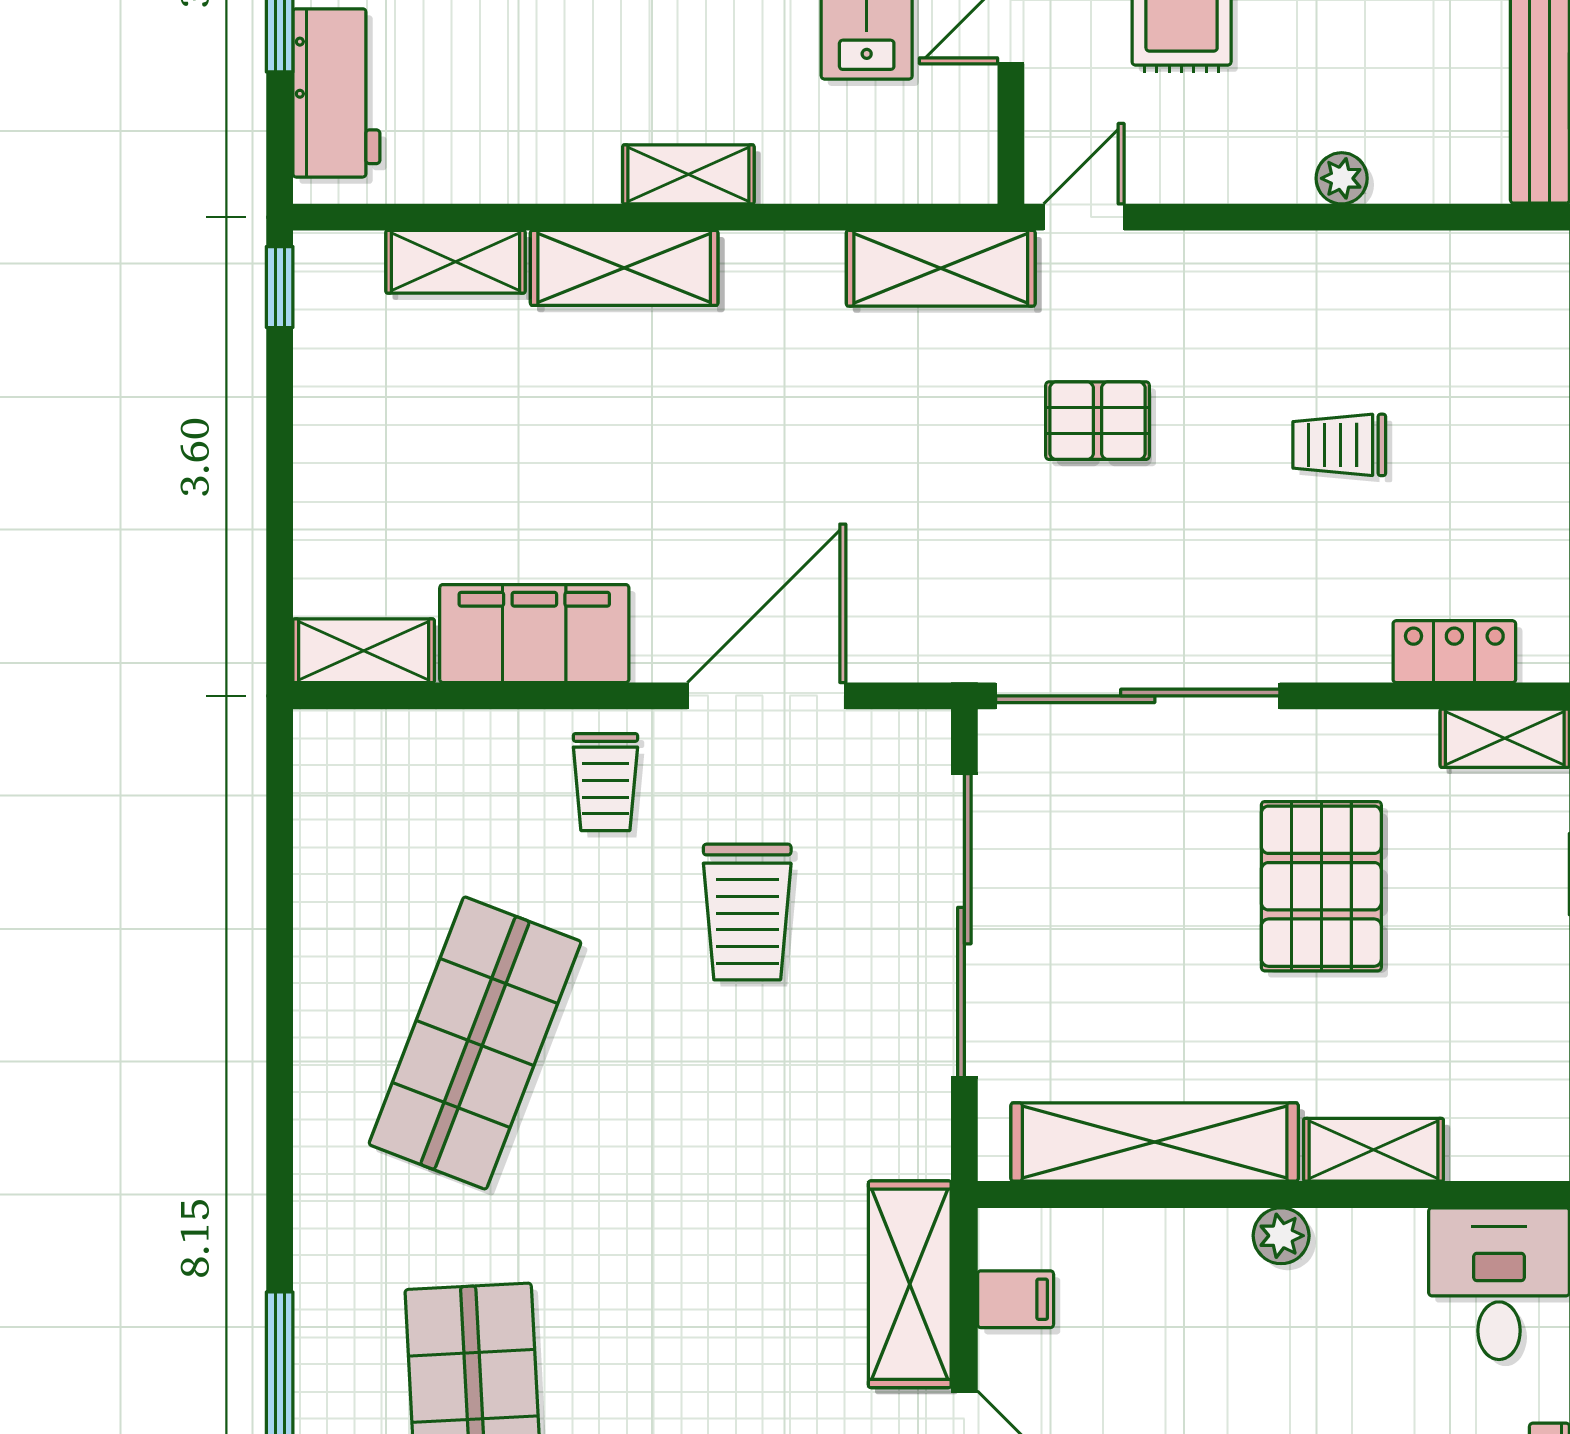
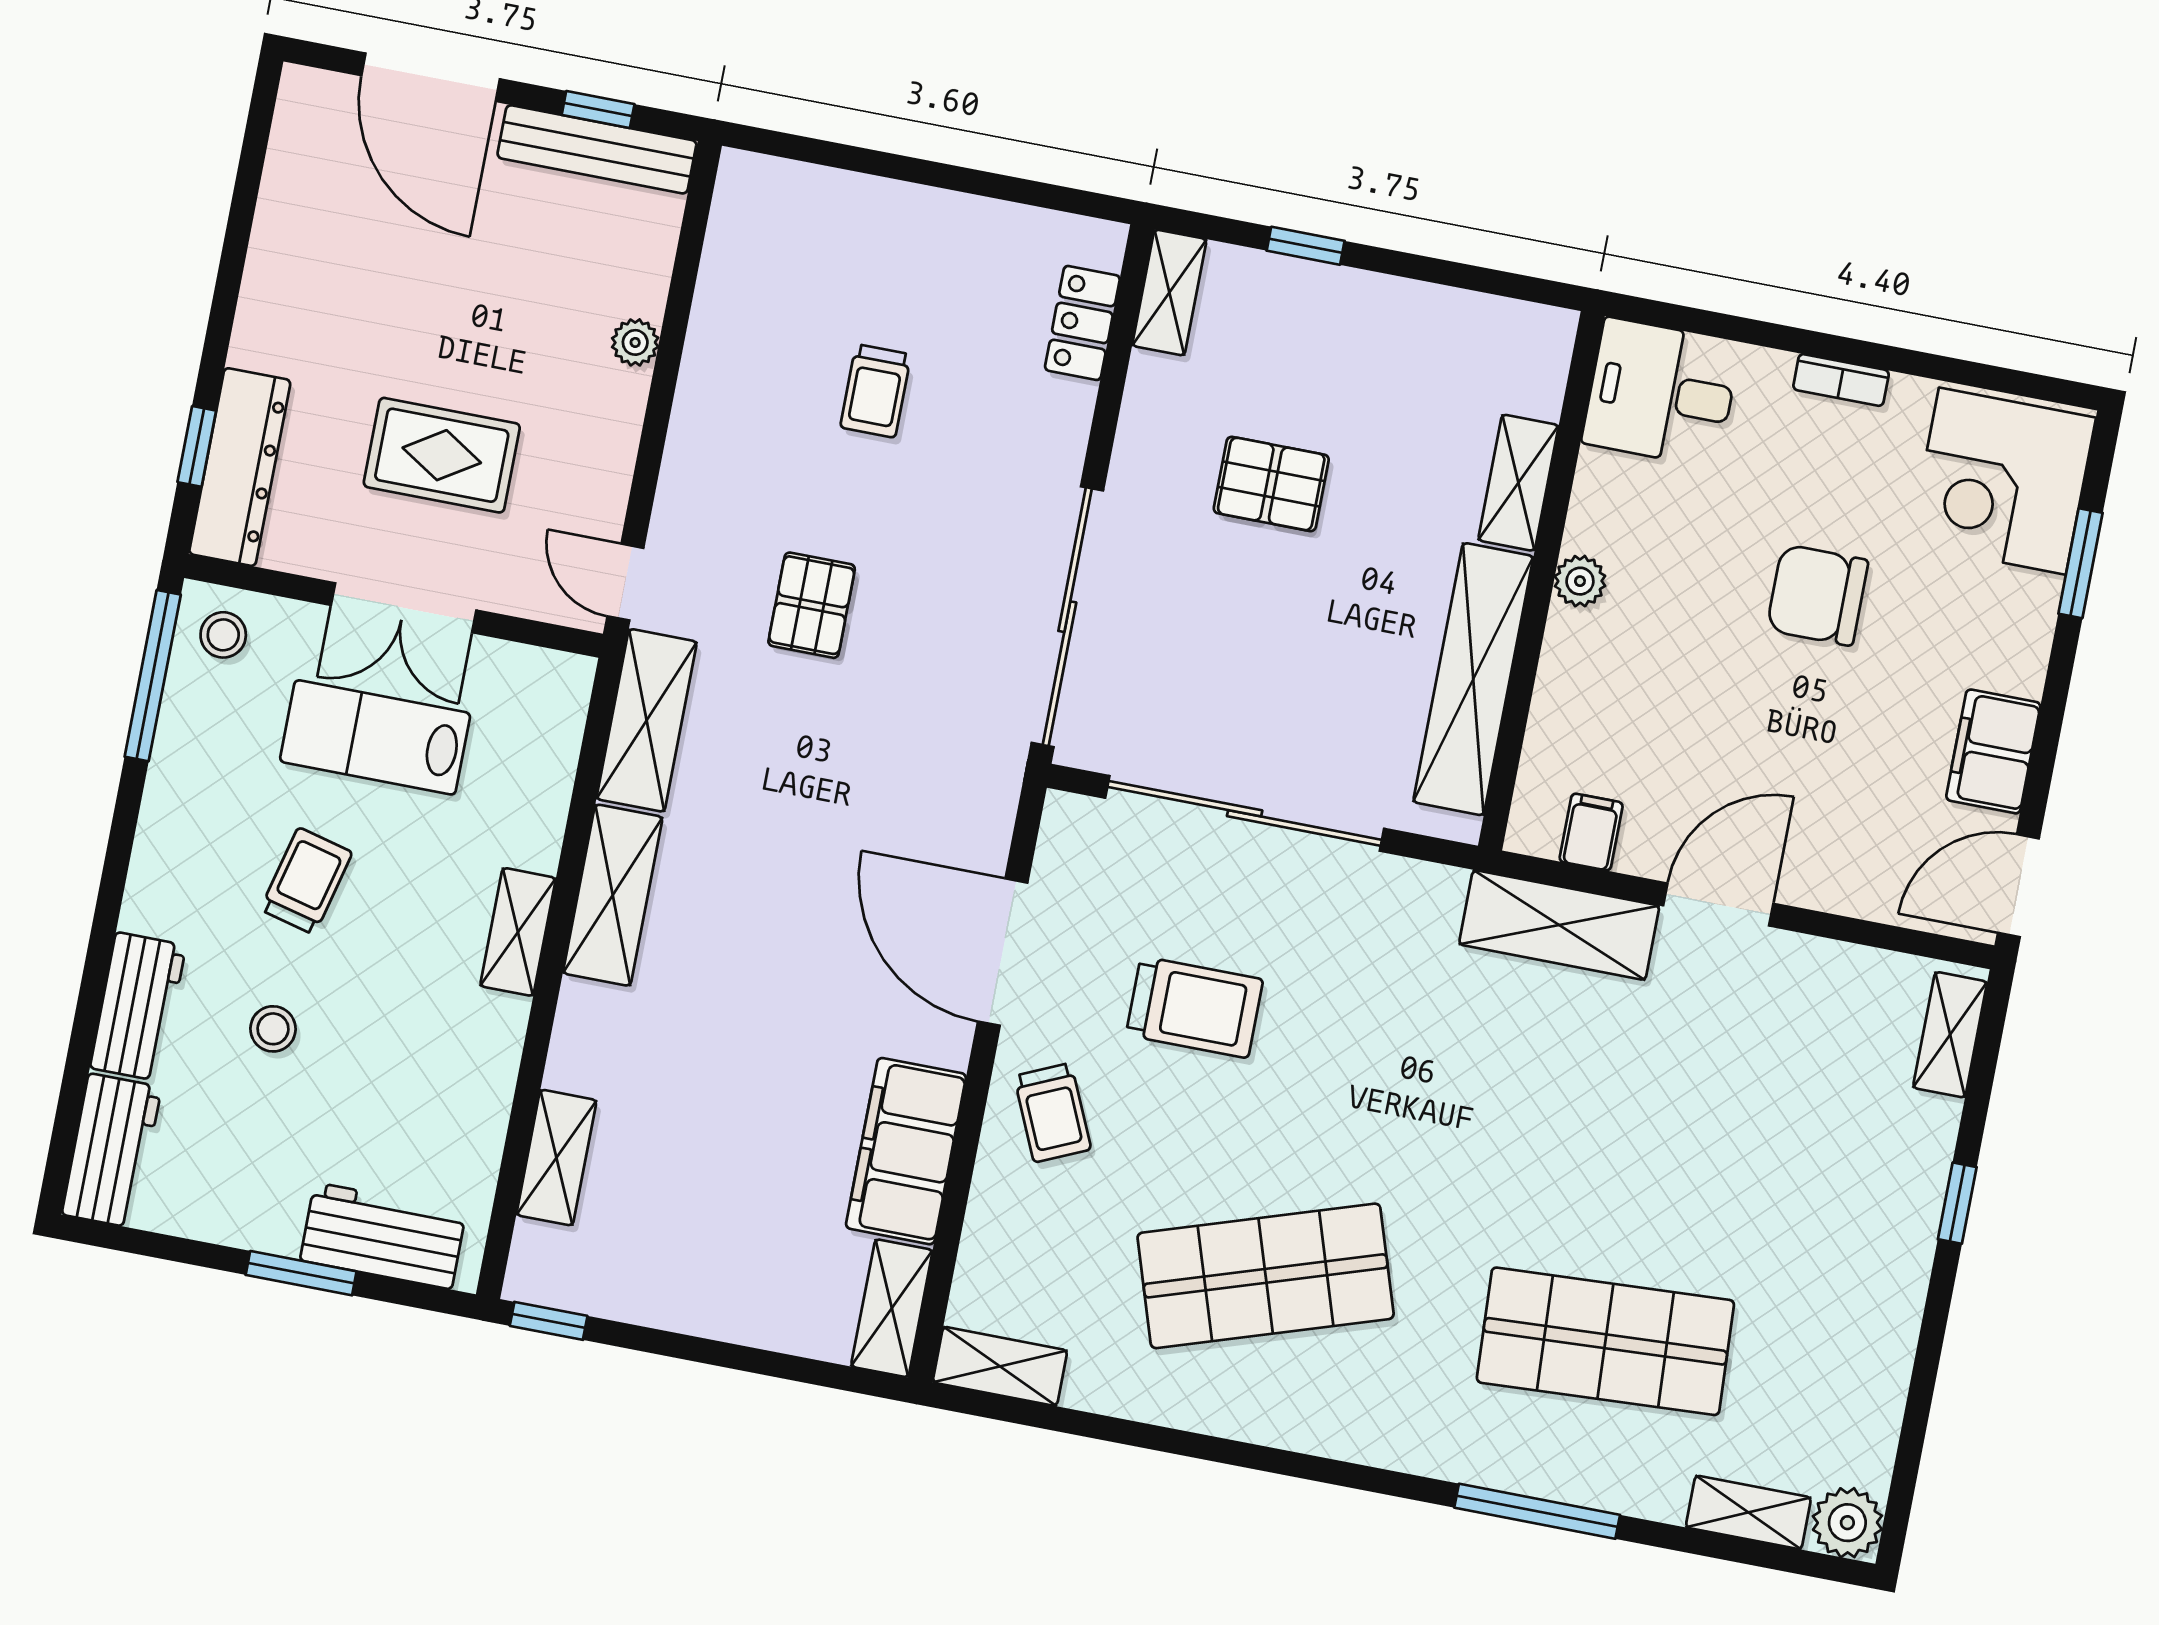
shelving: (624, 268) -> (613, 895), moved
shelving: (324, 778) -> (1000, 1366), added
trolley: (605, 782) -> (1053, 1113), turned 66
pallet: (1321, 886) -> (1271, 484), width x0.67, depth x0.71
shop shelf: (475, 1043) -> (1266, 1276), turned -39

